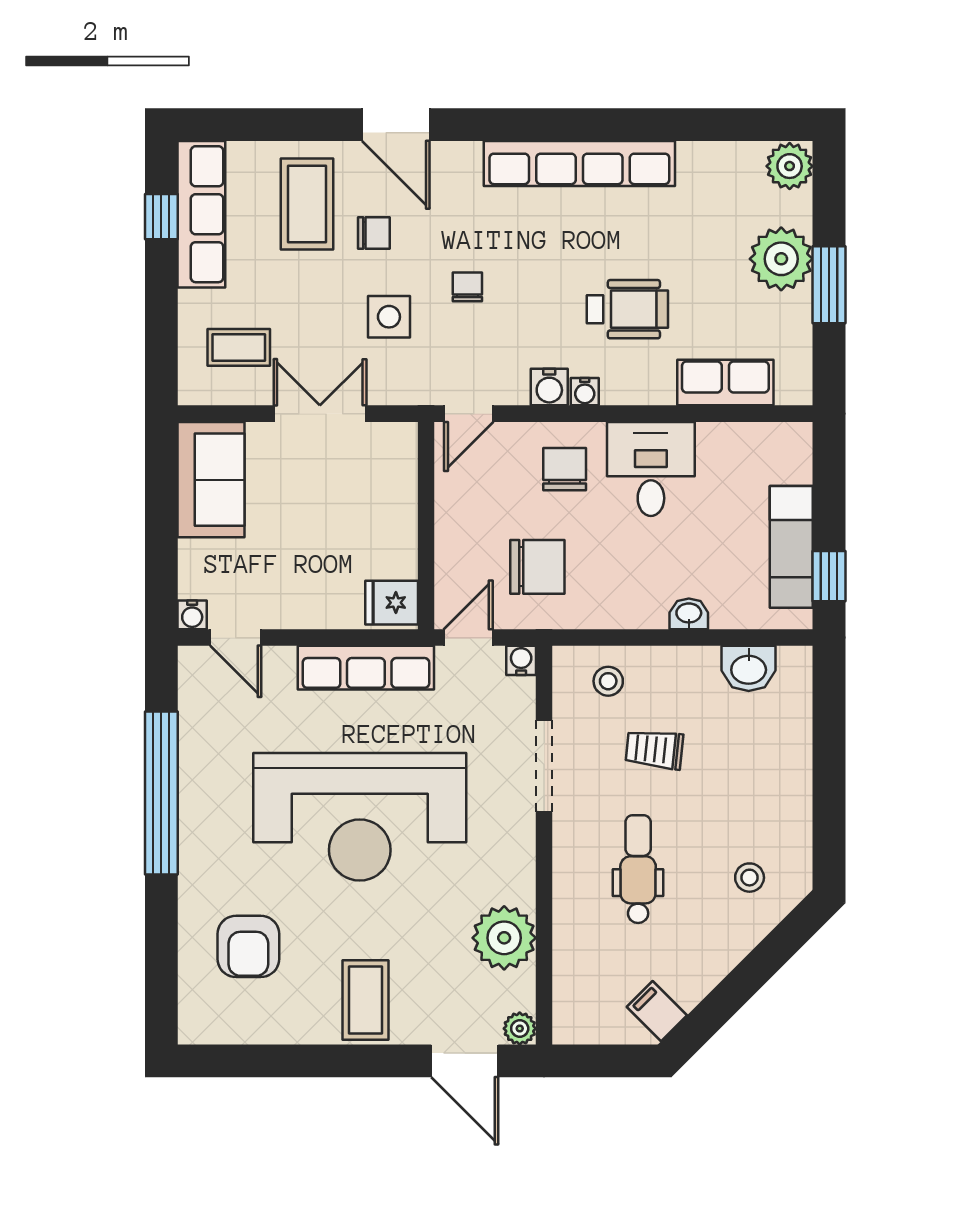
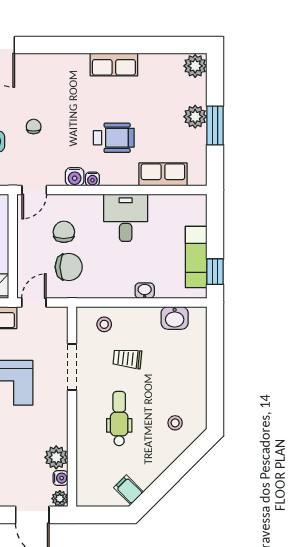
row of seats: (579, 163) -> (114, 65), width x0.50
plant: (781, 259) -> (195, 117), width x0.73, depth x0.73
chair: (565, 469) -> (64, 232), moved
water cooler: (521, 660) -> (60, 478), moved, turned 90
plant: (504, 938) -> (56, 457), width x0.73, depth x0.73

